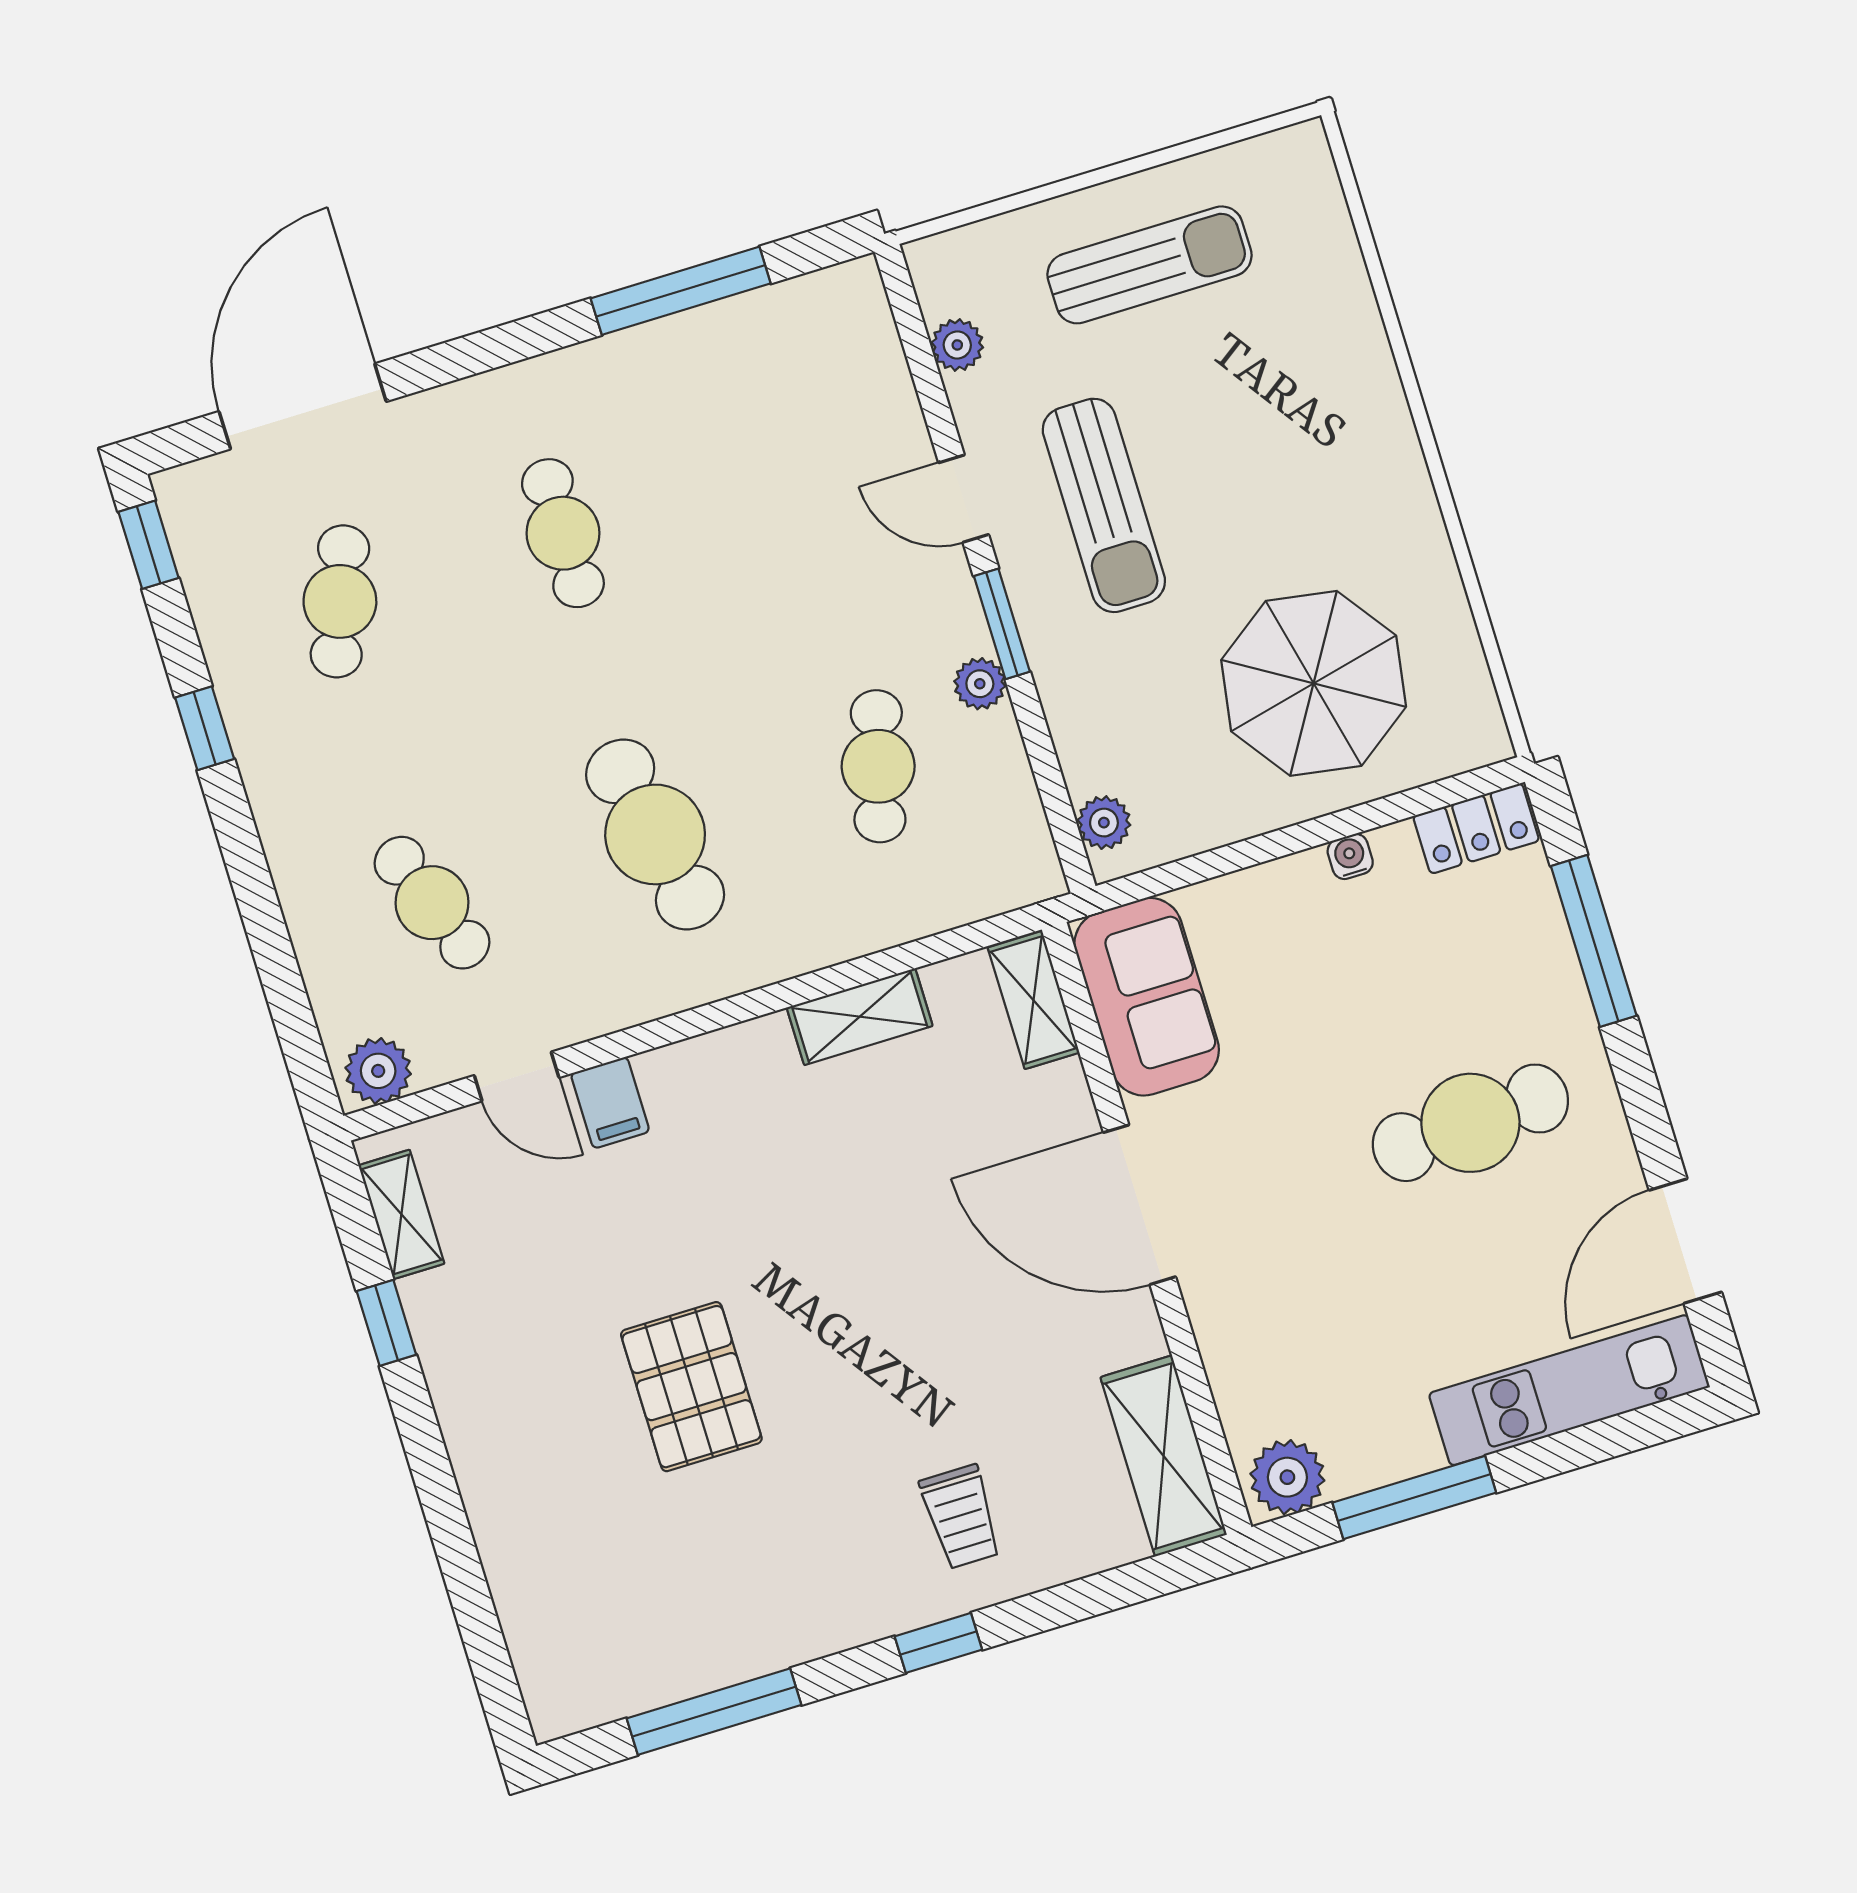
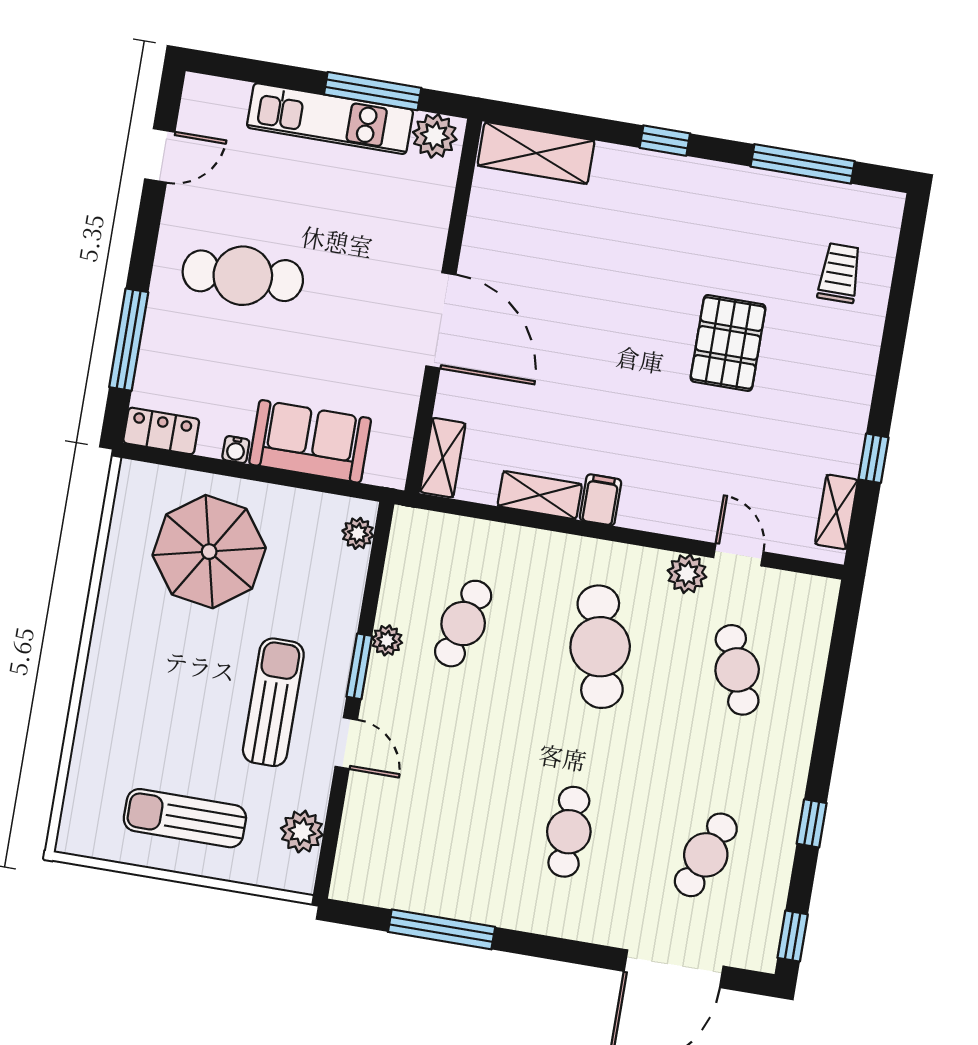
plant: (957, 345) -> (302, 832), width x1.38, depth x1.38
sofa: (1147, 997) -> (310, 441), moved, turned 90
plant: (378, 1071) -> (687, 574), moved
filing cabinet: (610, 1103) -> (601, 500), moved
door: (1685, 1241) -> (160, 155), width x0.73
kitchen unit: (1569, 1390) -> (330, 119), moved
shelving: (1164, 1456) -> (536, 153), moved, turned 90
trolley: (961, 1517) -> (840, 273), moved

